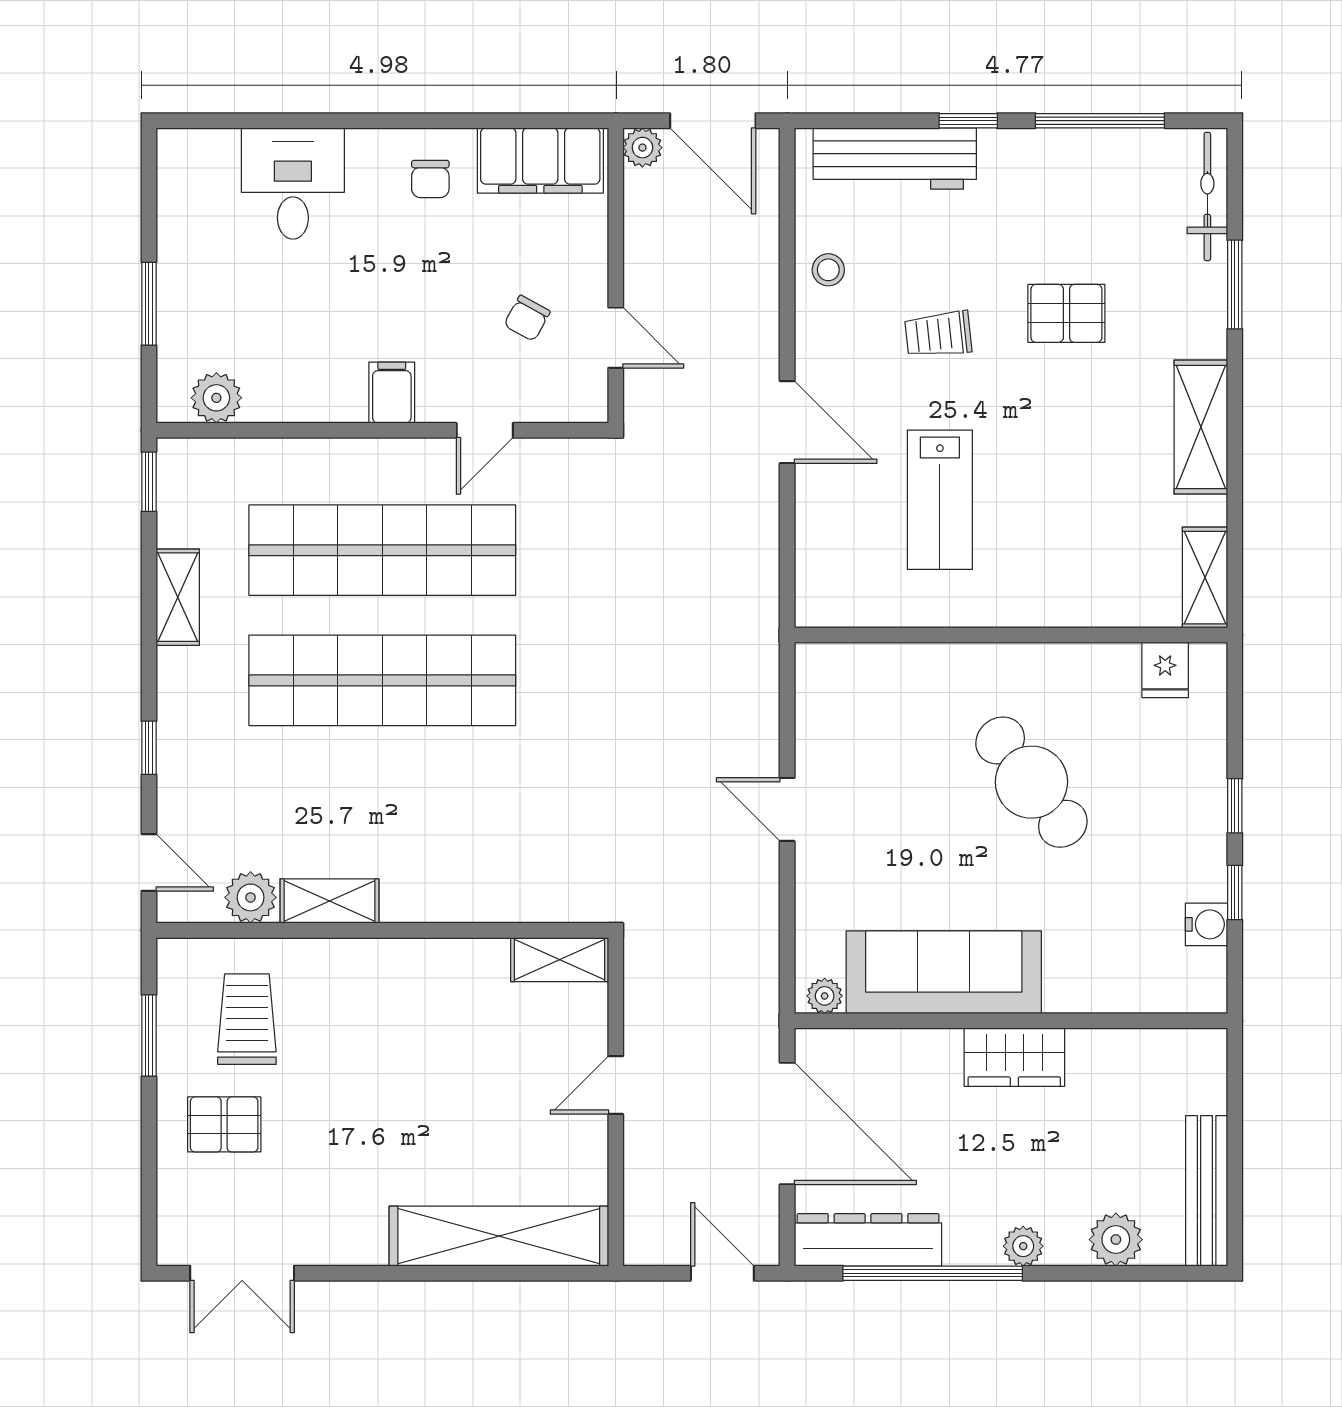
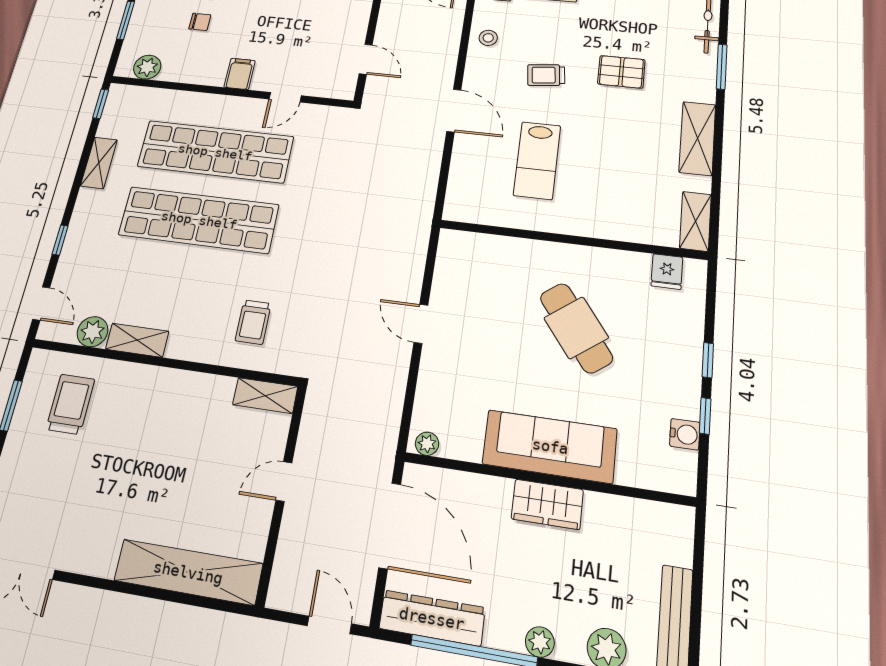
chair: (527, 318) -> (200, 22), moved, turned -119
trolley: (515, 844) -> (253, 322), added
sofa: (944, 972) -> (550, 446), moved
pallet: (224, 1124) -> (39, 468), removed

